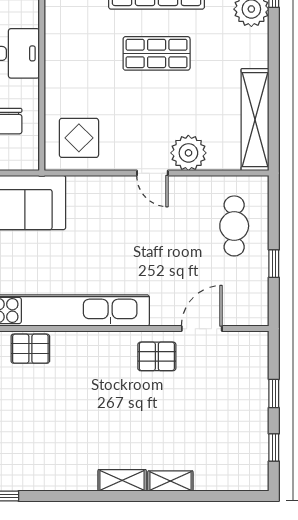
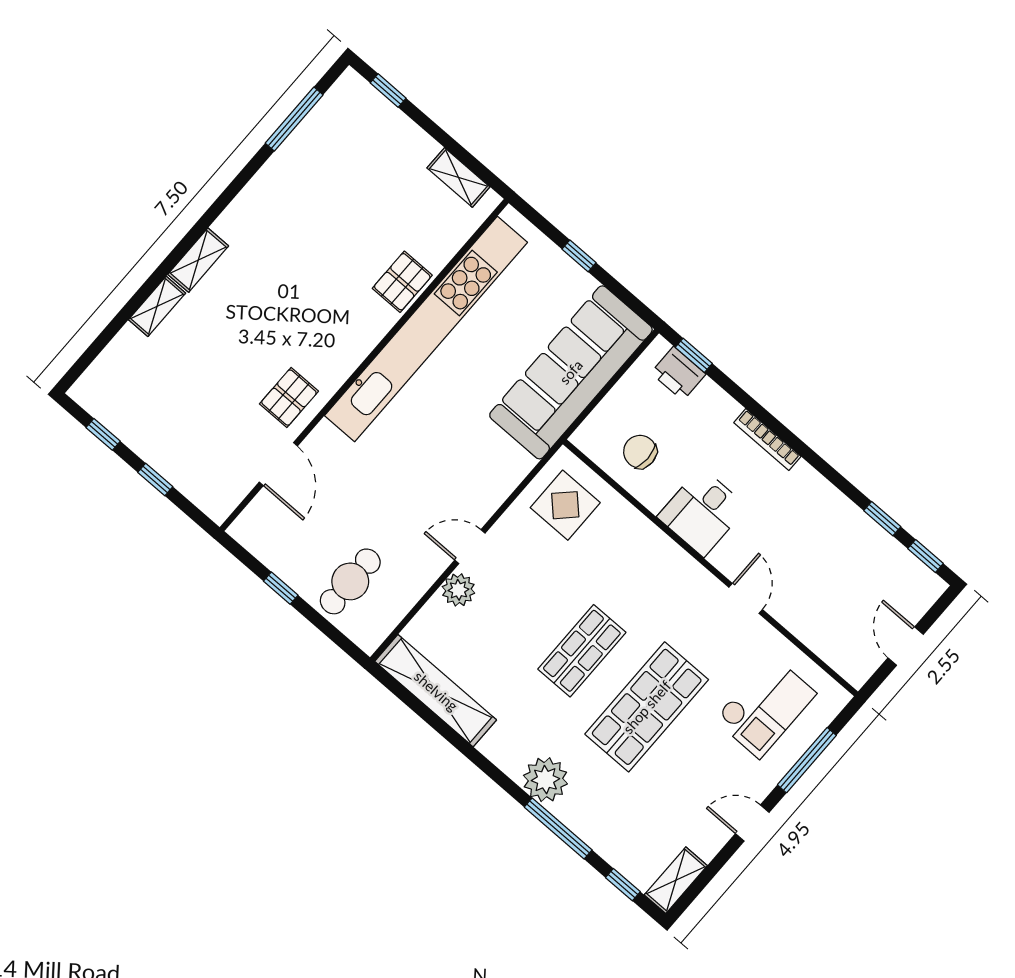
plant: (188, 153) -> (458, 590), width x0.73, depth x0.73
cafe table: (234, 226) -> (350, 581), turned 90

